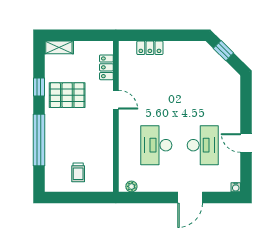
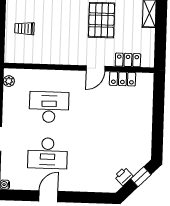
locker: (150, 48) -> (123, 79), moved, turned -90
printer: (224, 68) -> (124, 176), added

